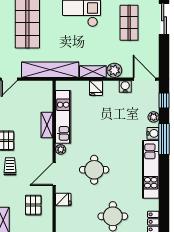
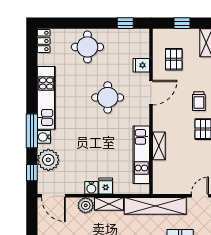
water cooler: (125, 87) -> (91, 188), moved
plant: (154, 117) -> (48, 160), width x1.87, depth x1.87
plant: (61, 149) -> (144, 119), removed

